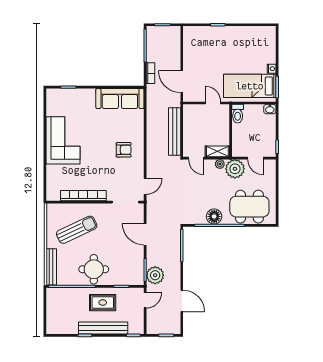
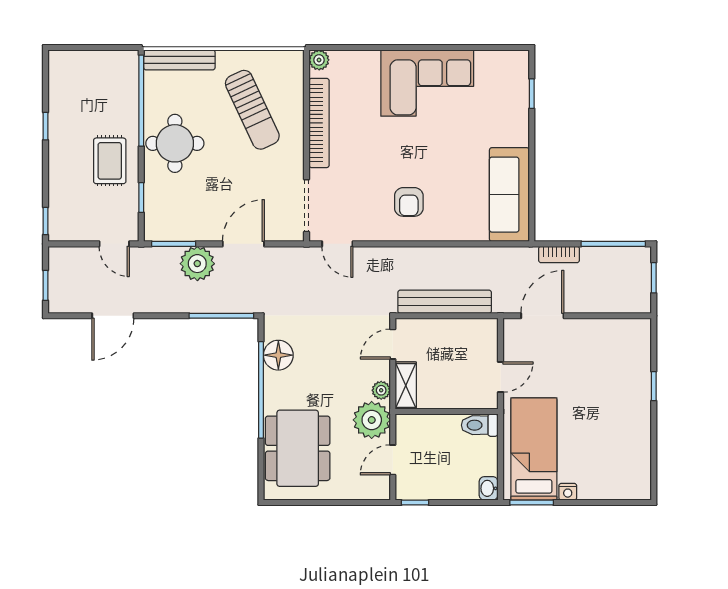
plant: (51, 196) -> (319, 60), added
floor lamp: (214, 216) -> (278, 355), moved
plant: (155, 275) -> (197, 264), moved
bench: (103, 328) -> (60, 162), removed

